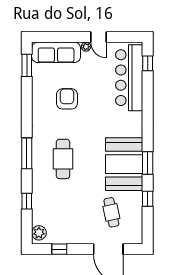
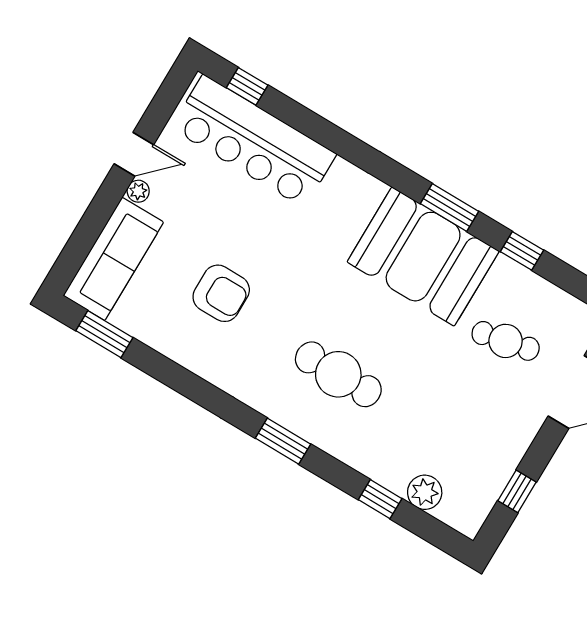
armchair: (67, 99) -> (221, 293), turned 180
window: (27, 153) -> (283, 441), width x0.69
plant: (39, 233) -> (425, 492), moved

